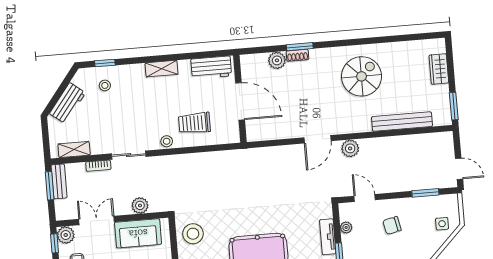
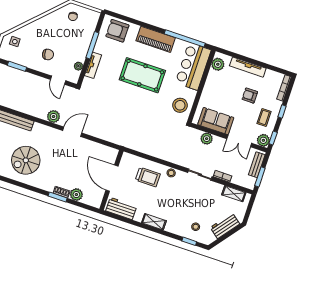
bench: (59, 181) -> (257, 165), moved

